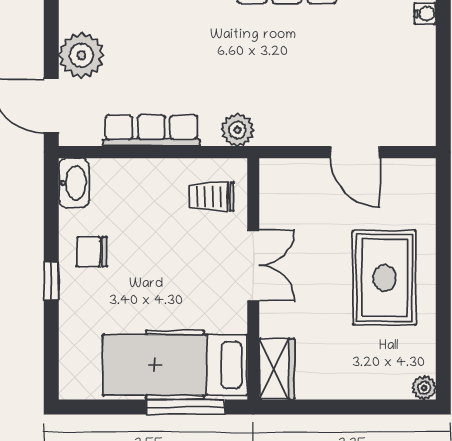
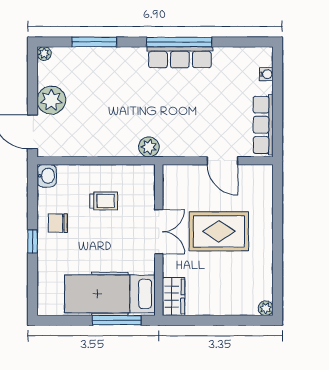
row of seats: (151, 131) -> (263, 125), moved, turned -90
washbasin: (74, 183) -> (47, 176), width x0.72
trolley: (212, 197) -> (104, 201), moved, turned 180
rug: (384, 278) -> (219, 231), moved, turned 90

